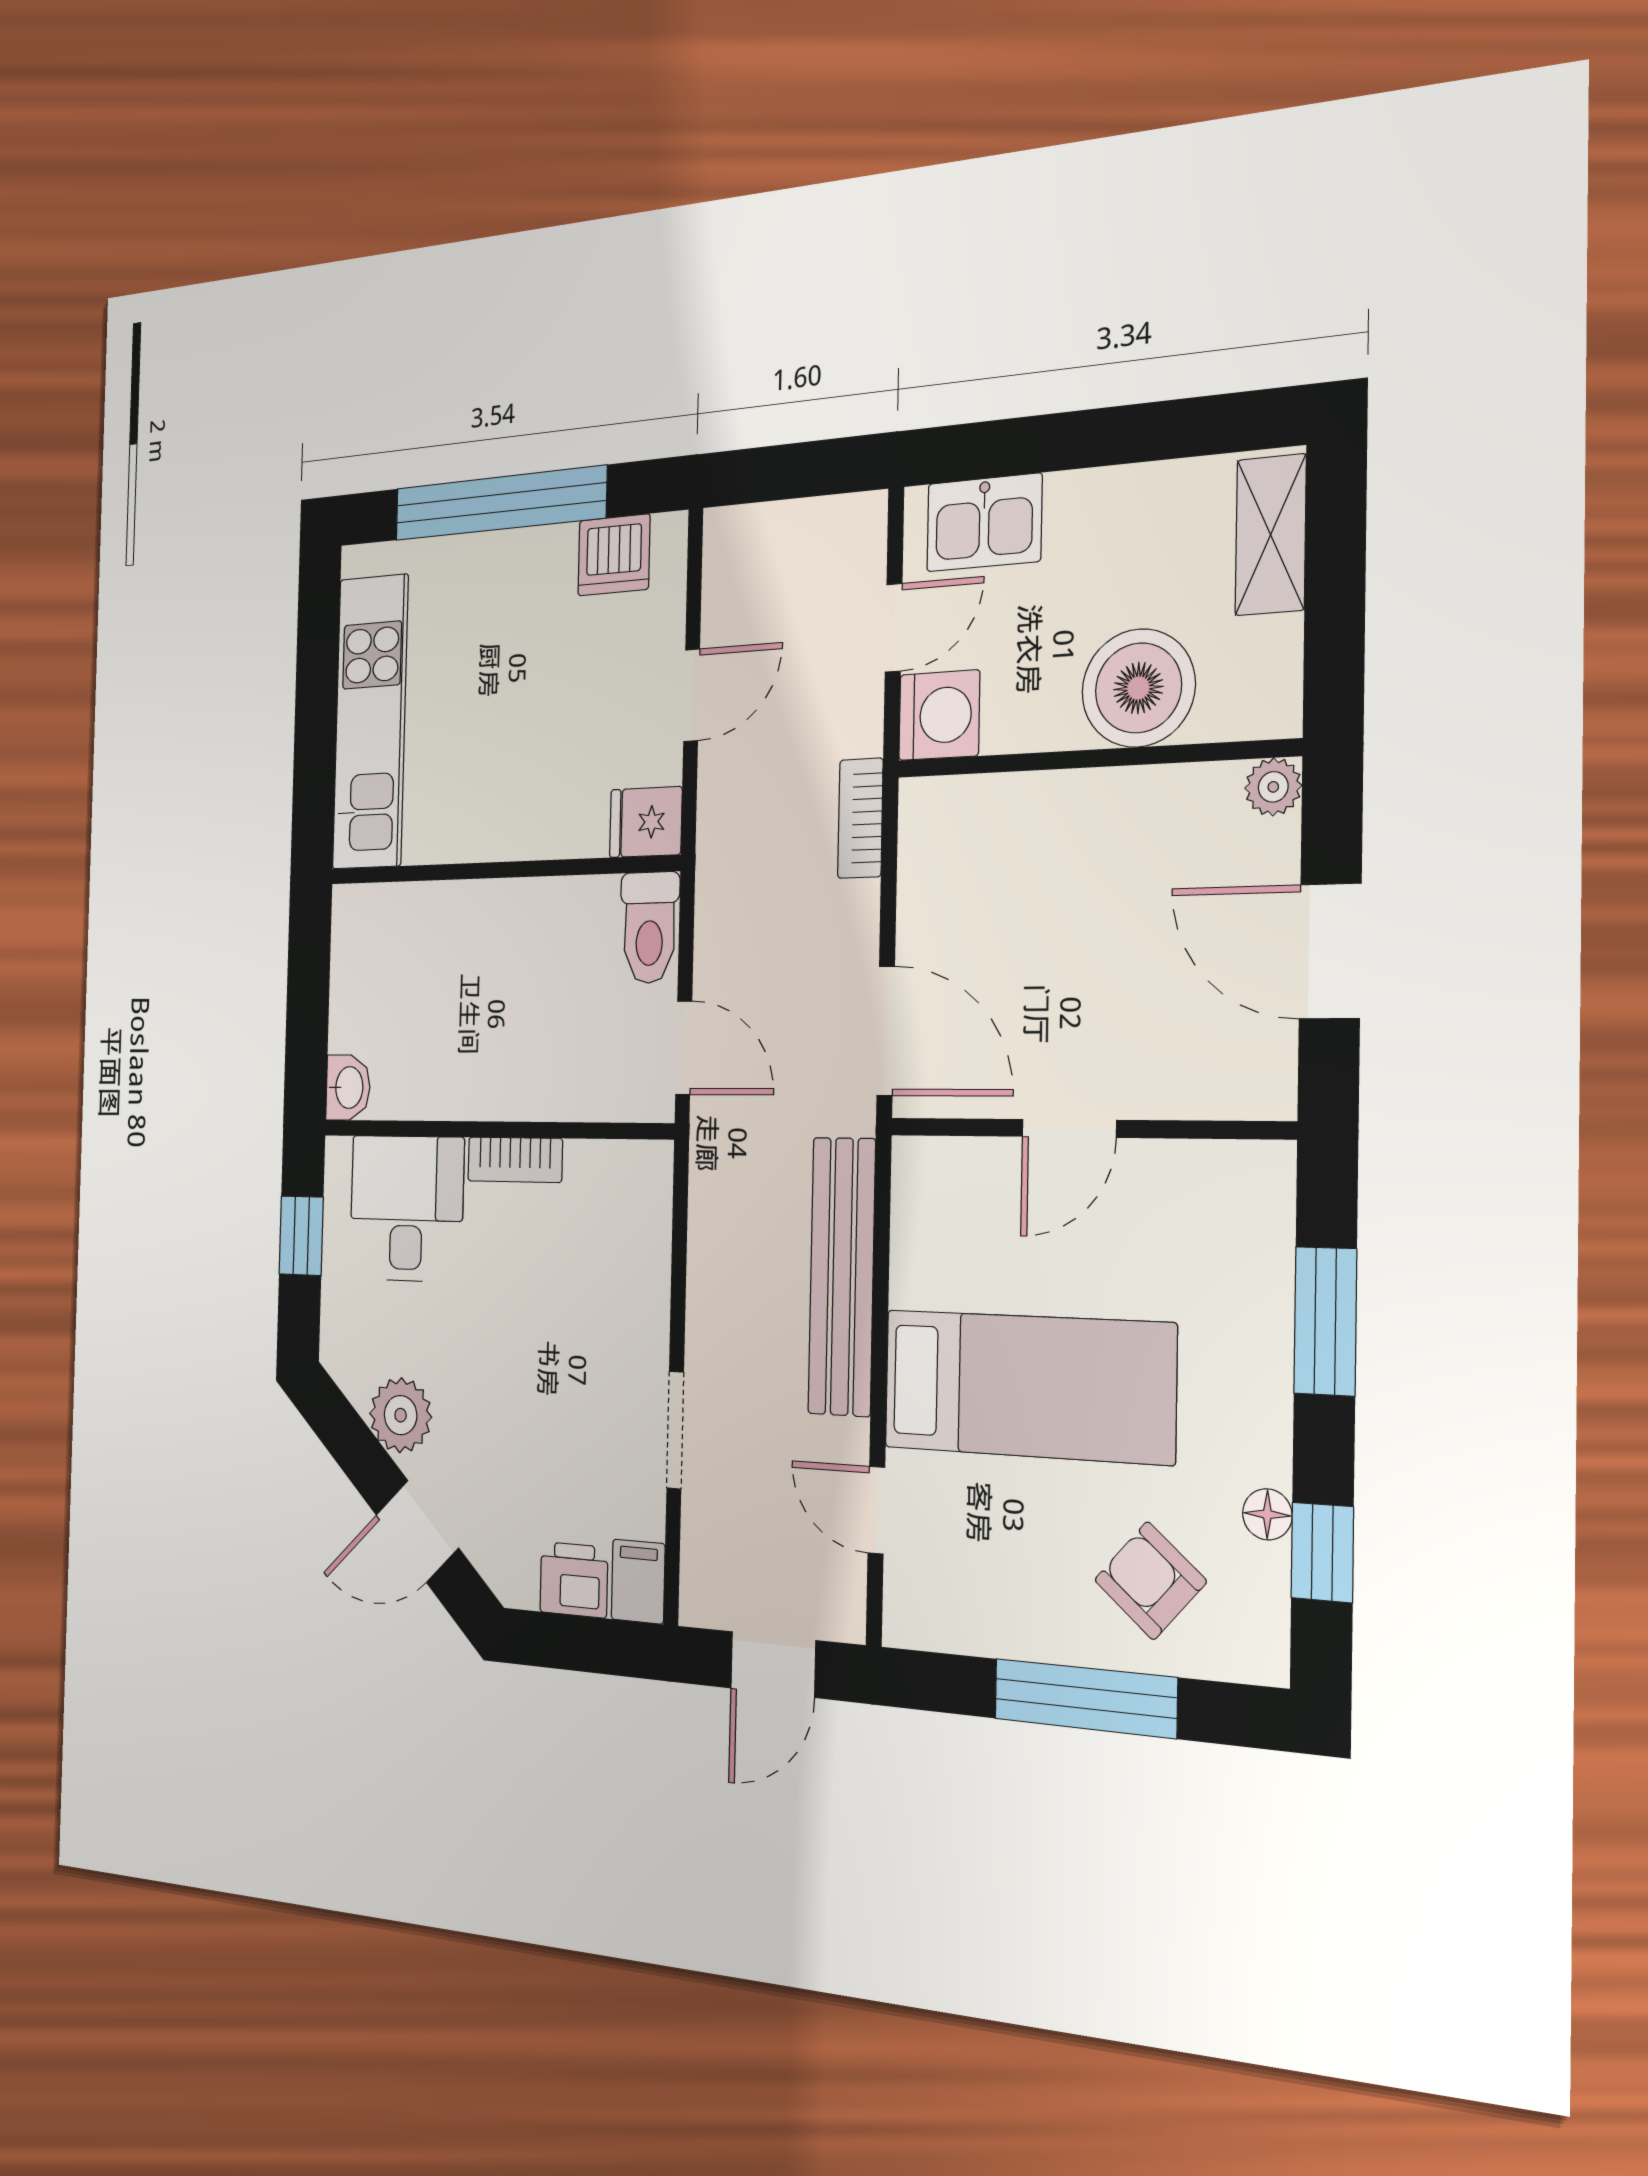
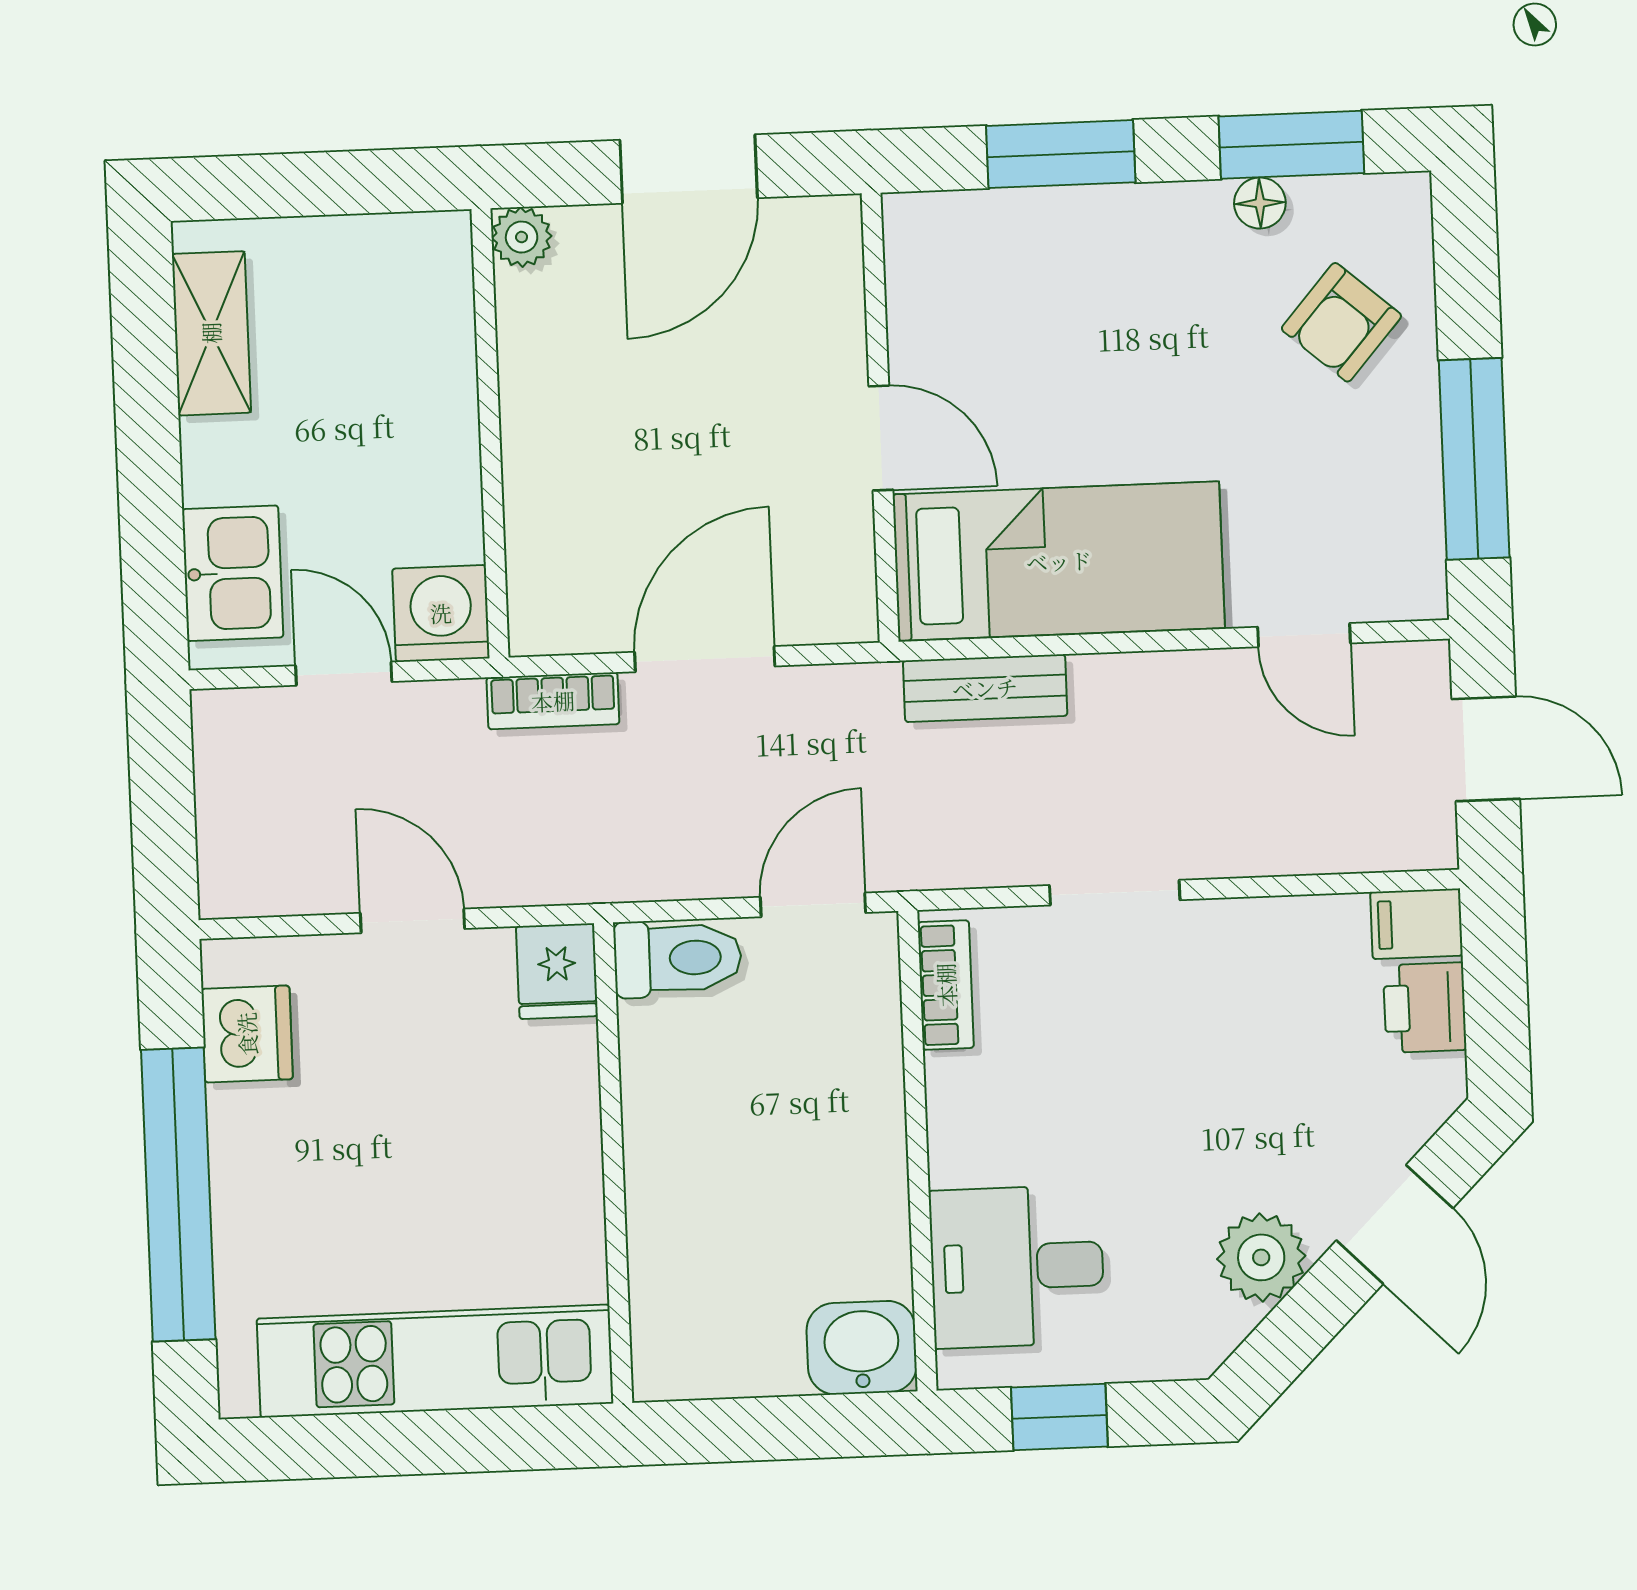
shelving: (1271, 535) -> (211, 333), moved, turned 90
boiler: (1138, 688) -> (416, 388), removed
door: (886, 1031) -> (705, 659), moved
washbasin: (348, 1087) -> (862, 1348), width x1.38, depth x1.45
bookcase: (515, 1160) -> (946, 985), moved
bench: (842, 1276) -> (985, 688), width x0.54, depth x0.82
bed: (1028, 1386) -> (1059, 561), moved, turned 90
doorway: (675, 1430) -> (1115, 893), moved
door: (876, 1510) -> (1304, 635), hinge flipped
window: (1322, 1552) -> (1291, 145), width x1.50
window: (1085, 1698) -> (1474, 459), moved

